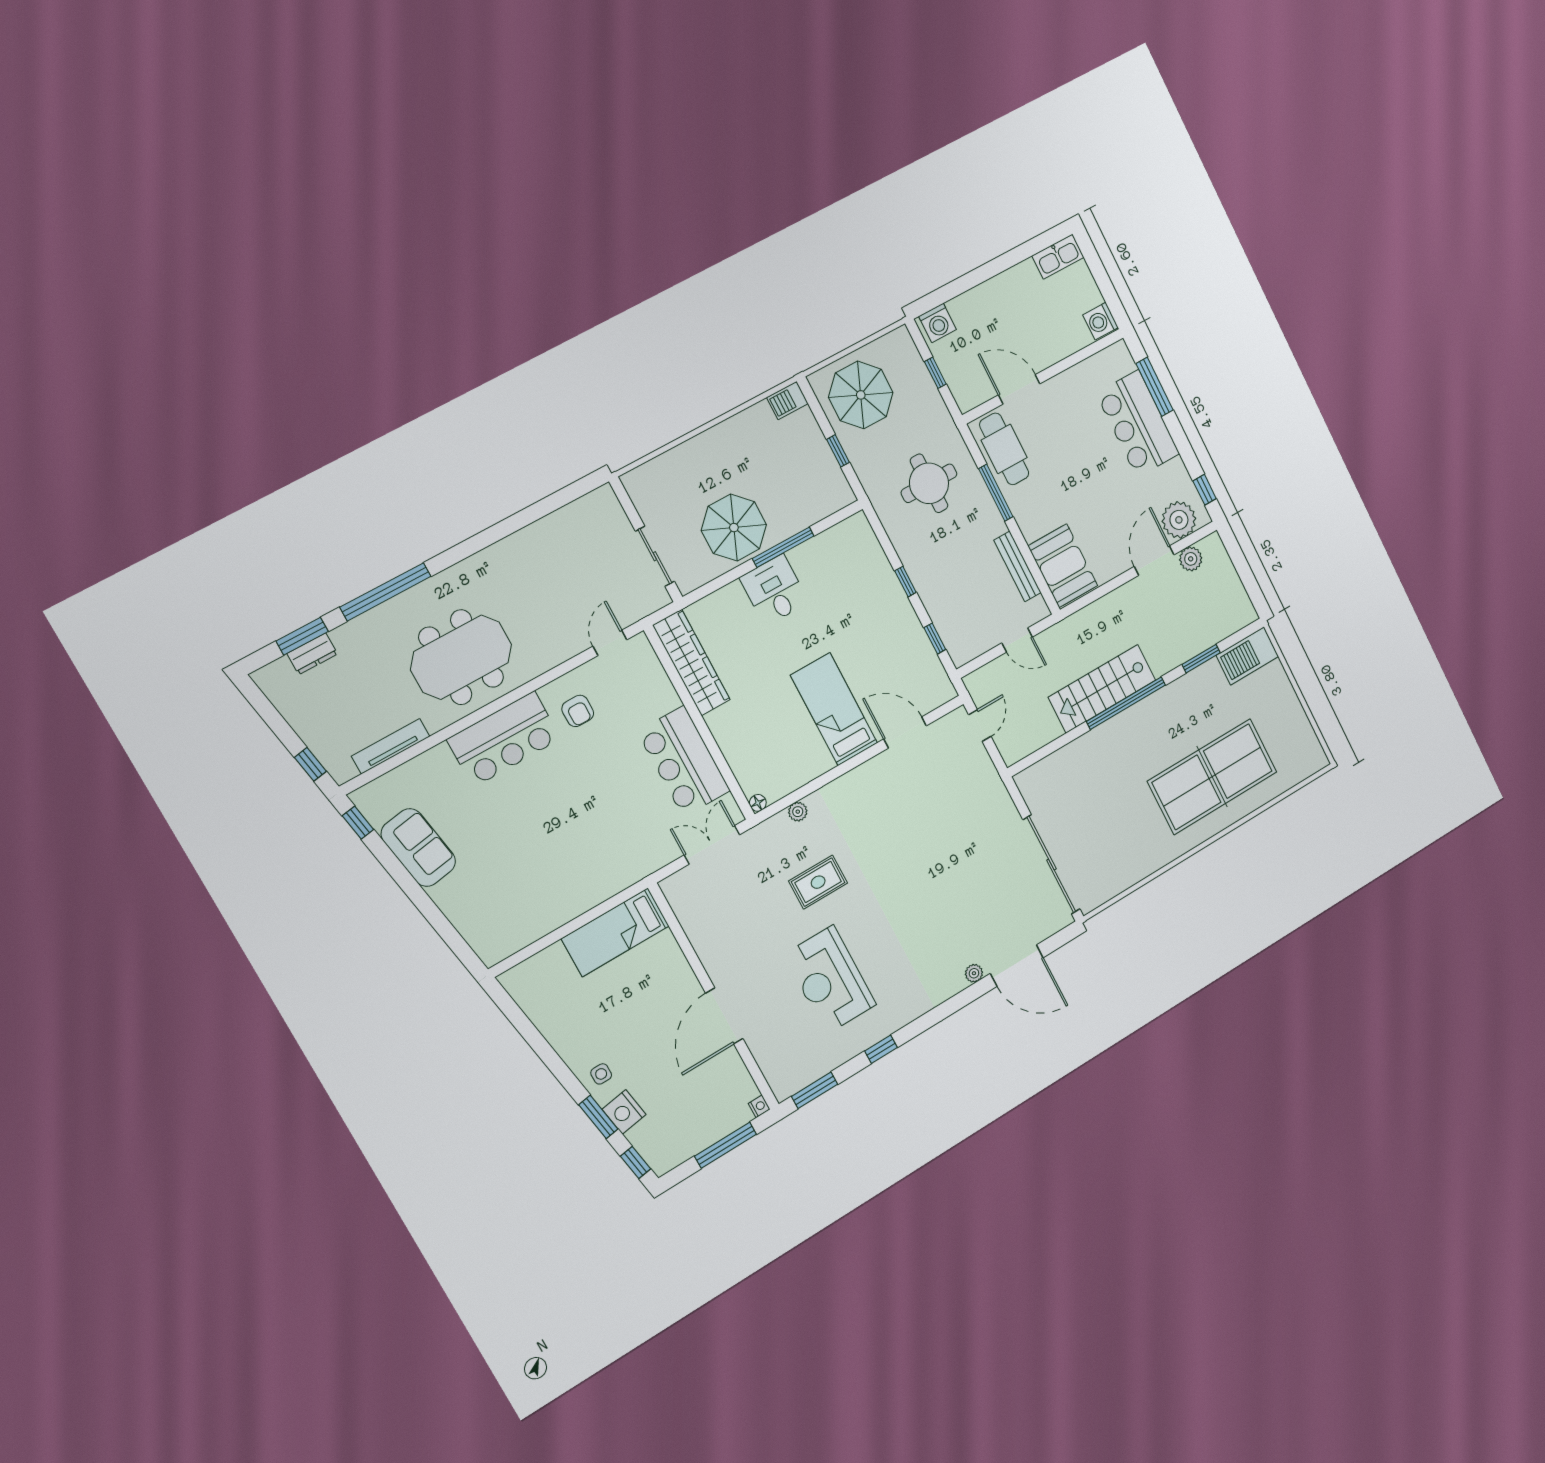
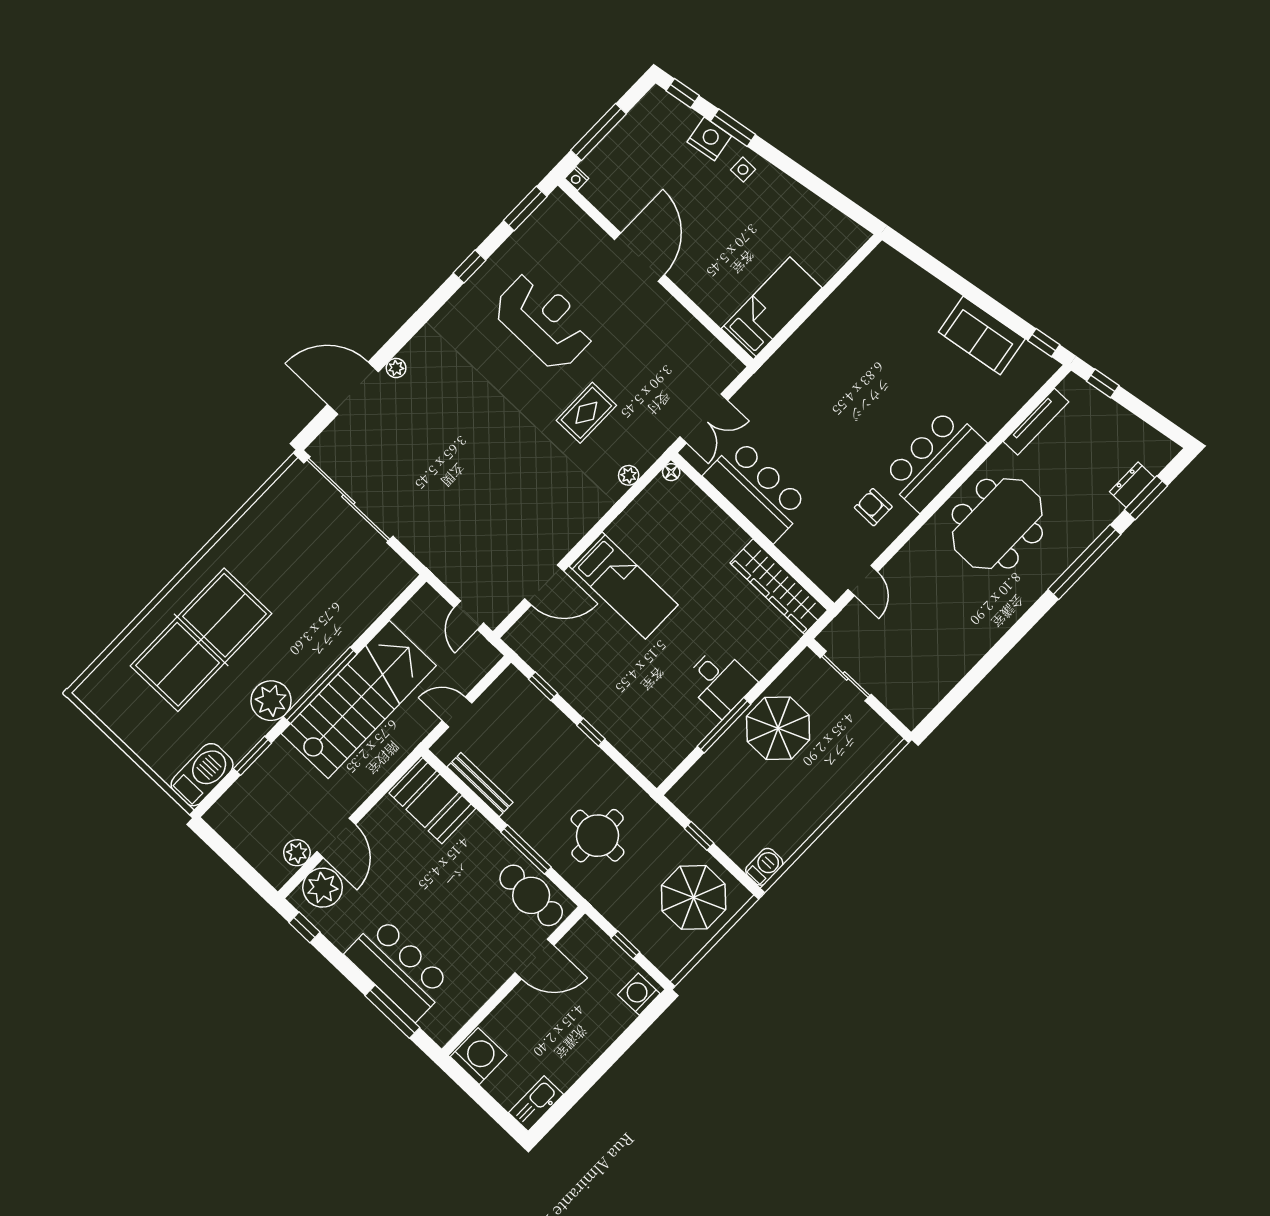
washing machine: (1101, 321) -> (479, 1056), width x1.37, depth x1.37
stairs: (1102, 689) -> (359, 699), width x1.36, depth x1.51
plant: (1171, 703) -> (271, 701), added

